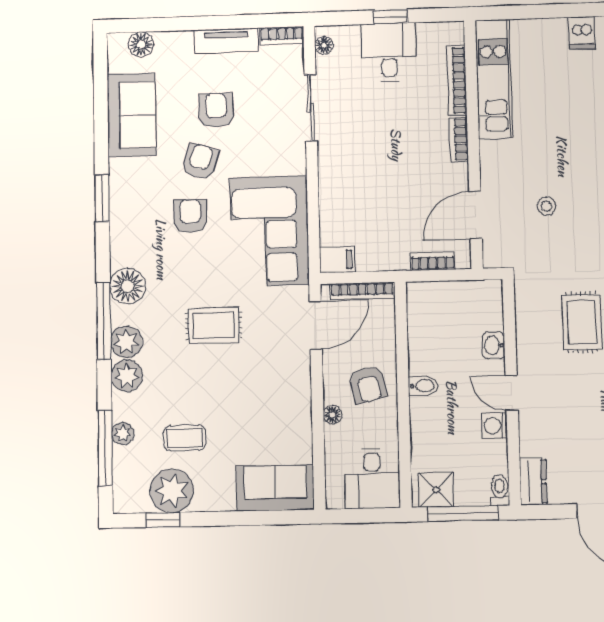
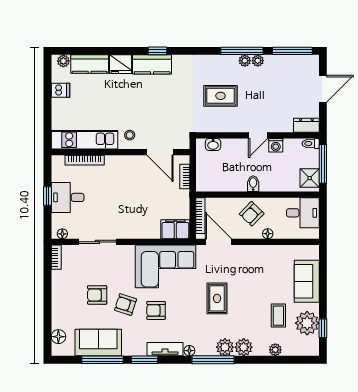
tv unit: (226, 41) -> (165, 349), moved, turned -90
bookcase: (459, 139) -> (118, 160), removed
stool: (546, 206) -> (130, 135), moved
filing cabinet: (337, 260) -> (175, 229), width x2.00
floor lamp: (128, 286) -> (189, 351), width x0.53, depth x0.53
washbasin: (493, 345) -> (213, 144), moved
armchair: (368, 384) -> (252, 214), turned 147
window: (105, 448) -> (103, 360), moved
sofa: (275, 488) -> (307, 281), moved

